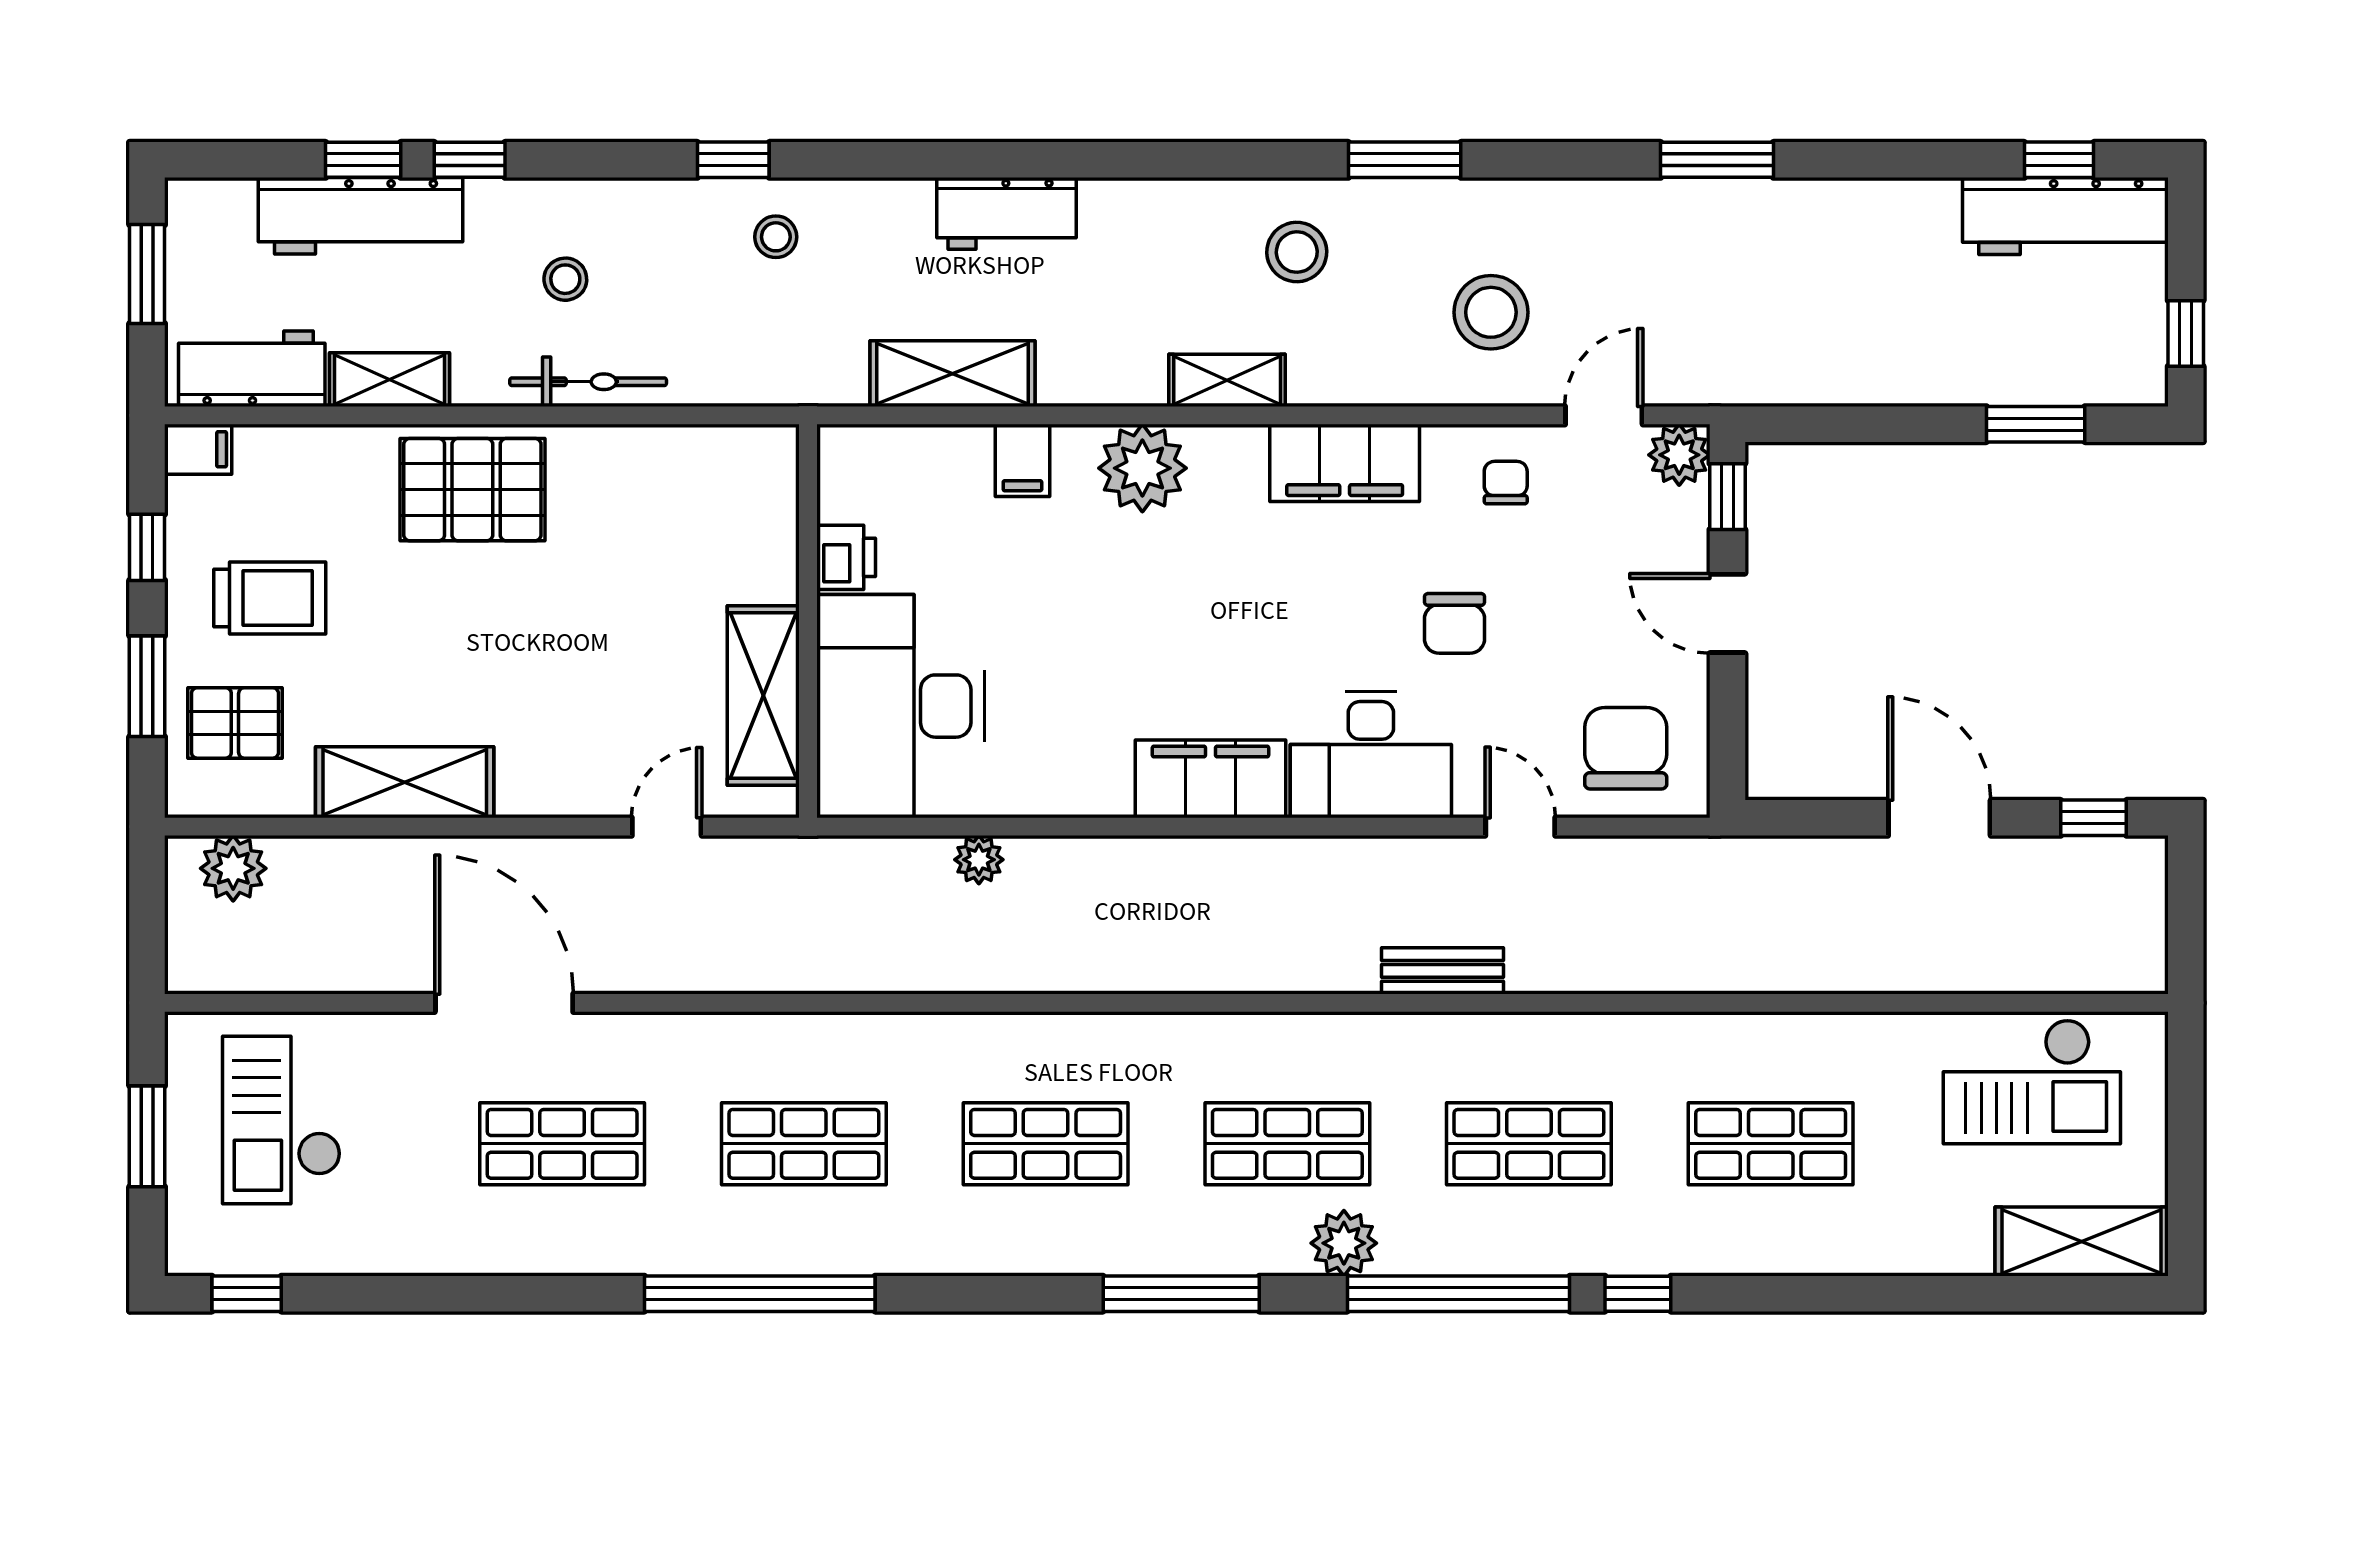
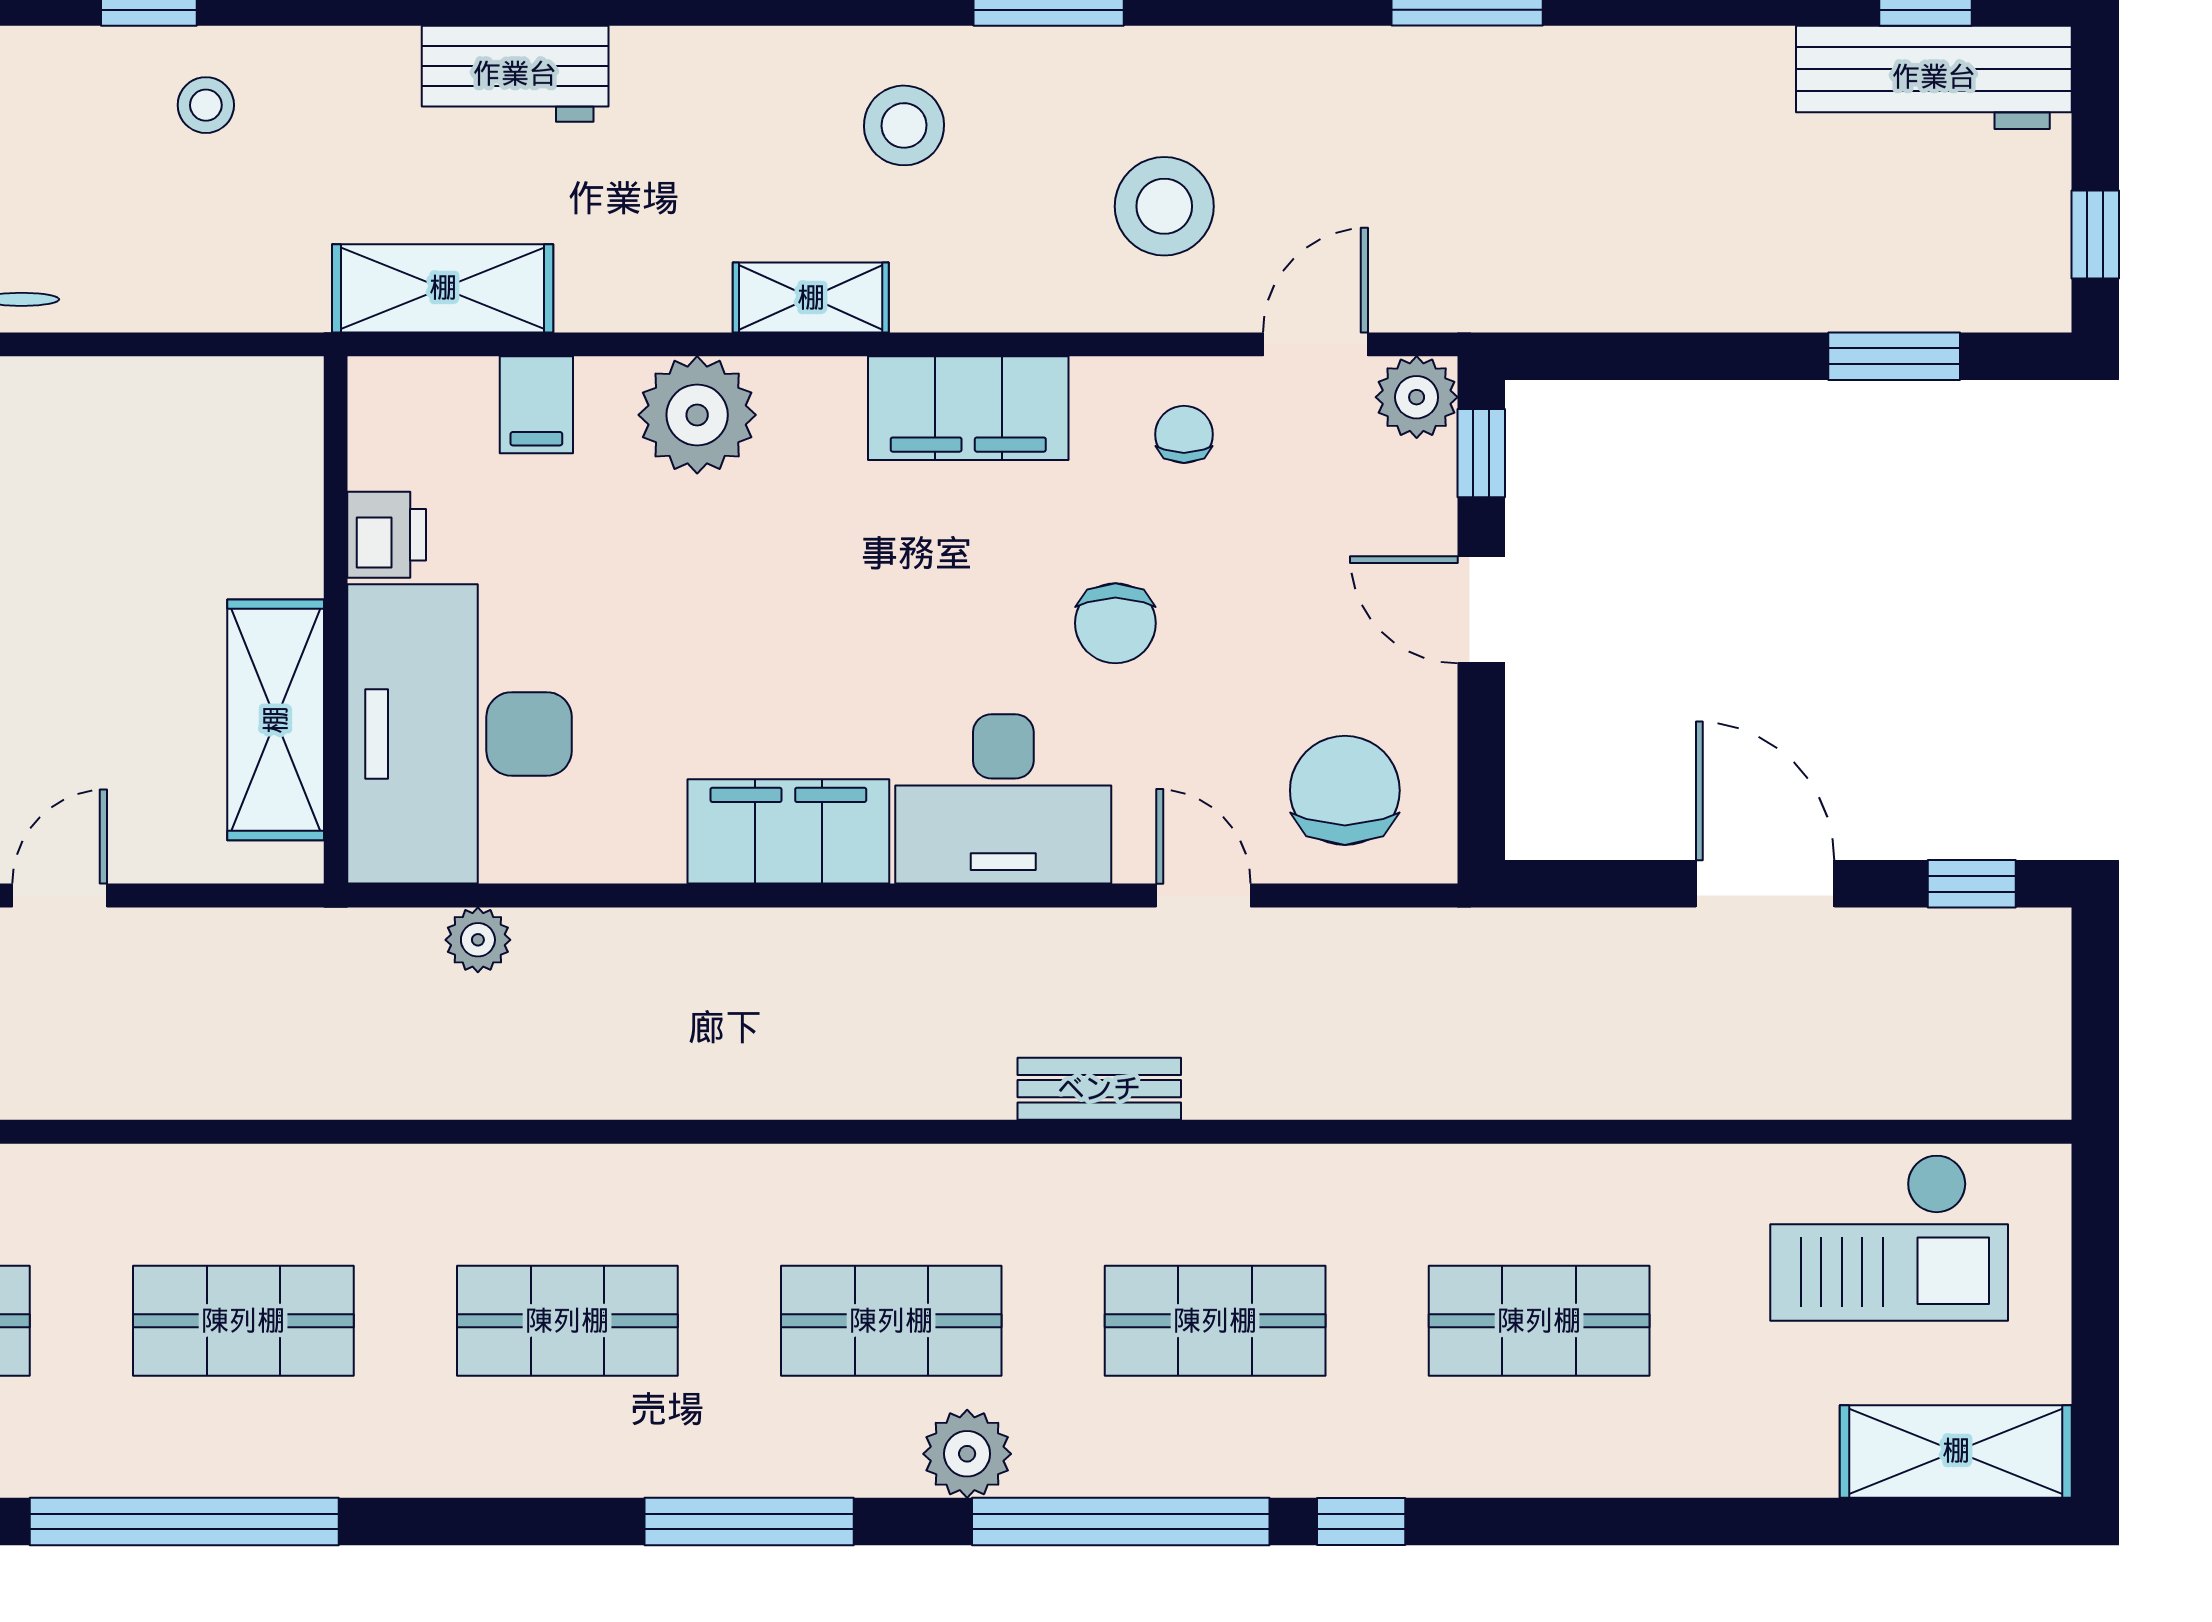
printer: (846, 557) -> (387, 535), moved
wall: (808, 621) -> (336, 620), moved
shelving: (763, 695) -> (276, 720), moved
desk: (901, 706) -> (460, 734), moved

